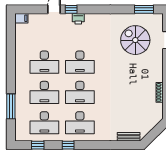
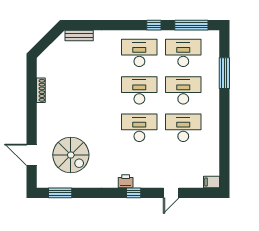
window: (71, 9) -> (134, 193), moved
printer: (78, 19) -> (126, 181), moved
window: (38, 145) -> (191, 25), width x2.17

